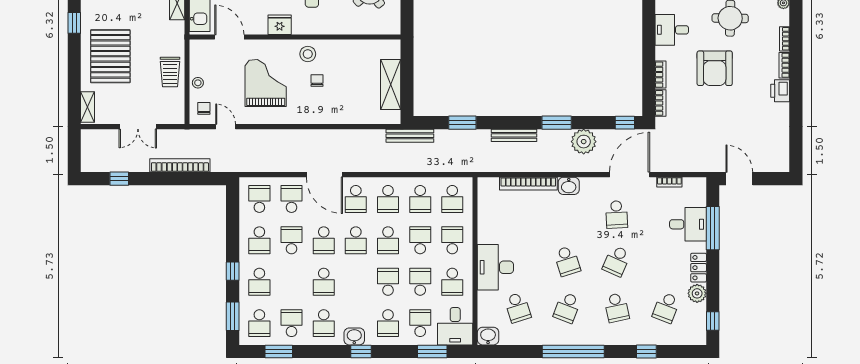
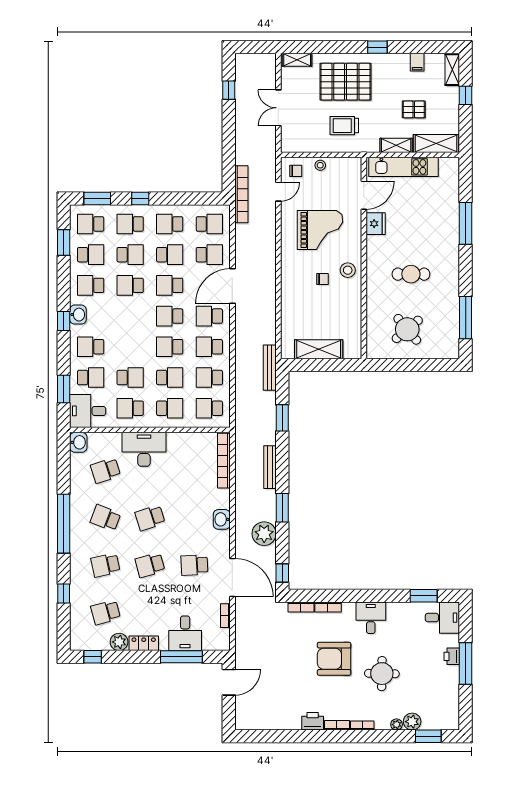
fridge: (280, 25) -> (376, 224), moved
trolley: (170, 72) -> (344, 126), moved
bookcase: (180, 165) -> (241, 194), moved
bookcase: (528, 184) -> (224, 461), moved
school desk: (617, 261) -> (150, 565), turned -39
school desk: (388, 282) -> (130, 255), moved
school desk: (666, 308) -> (105, 612), turned -36

